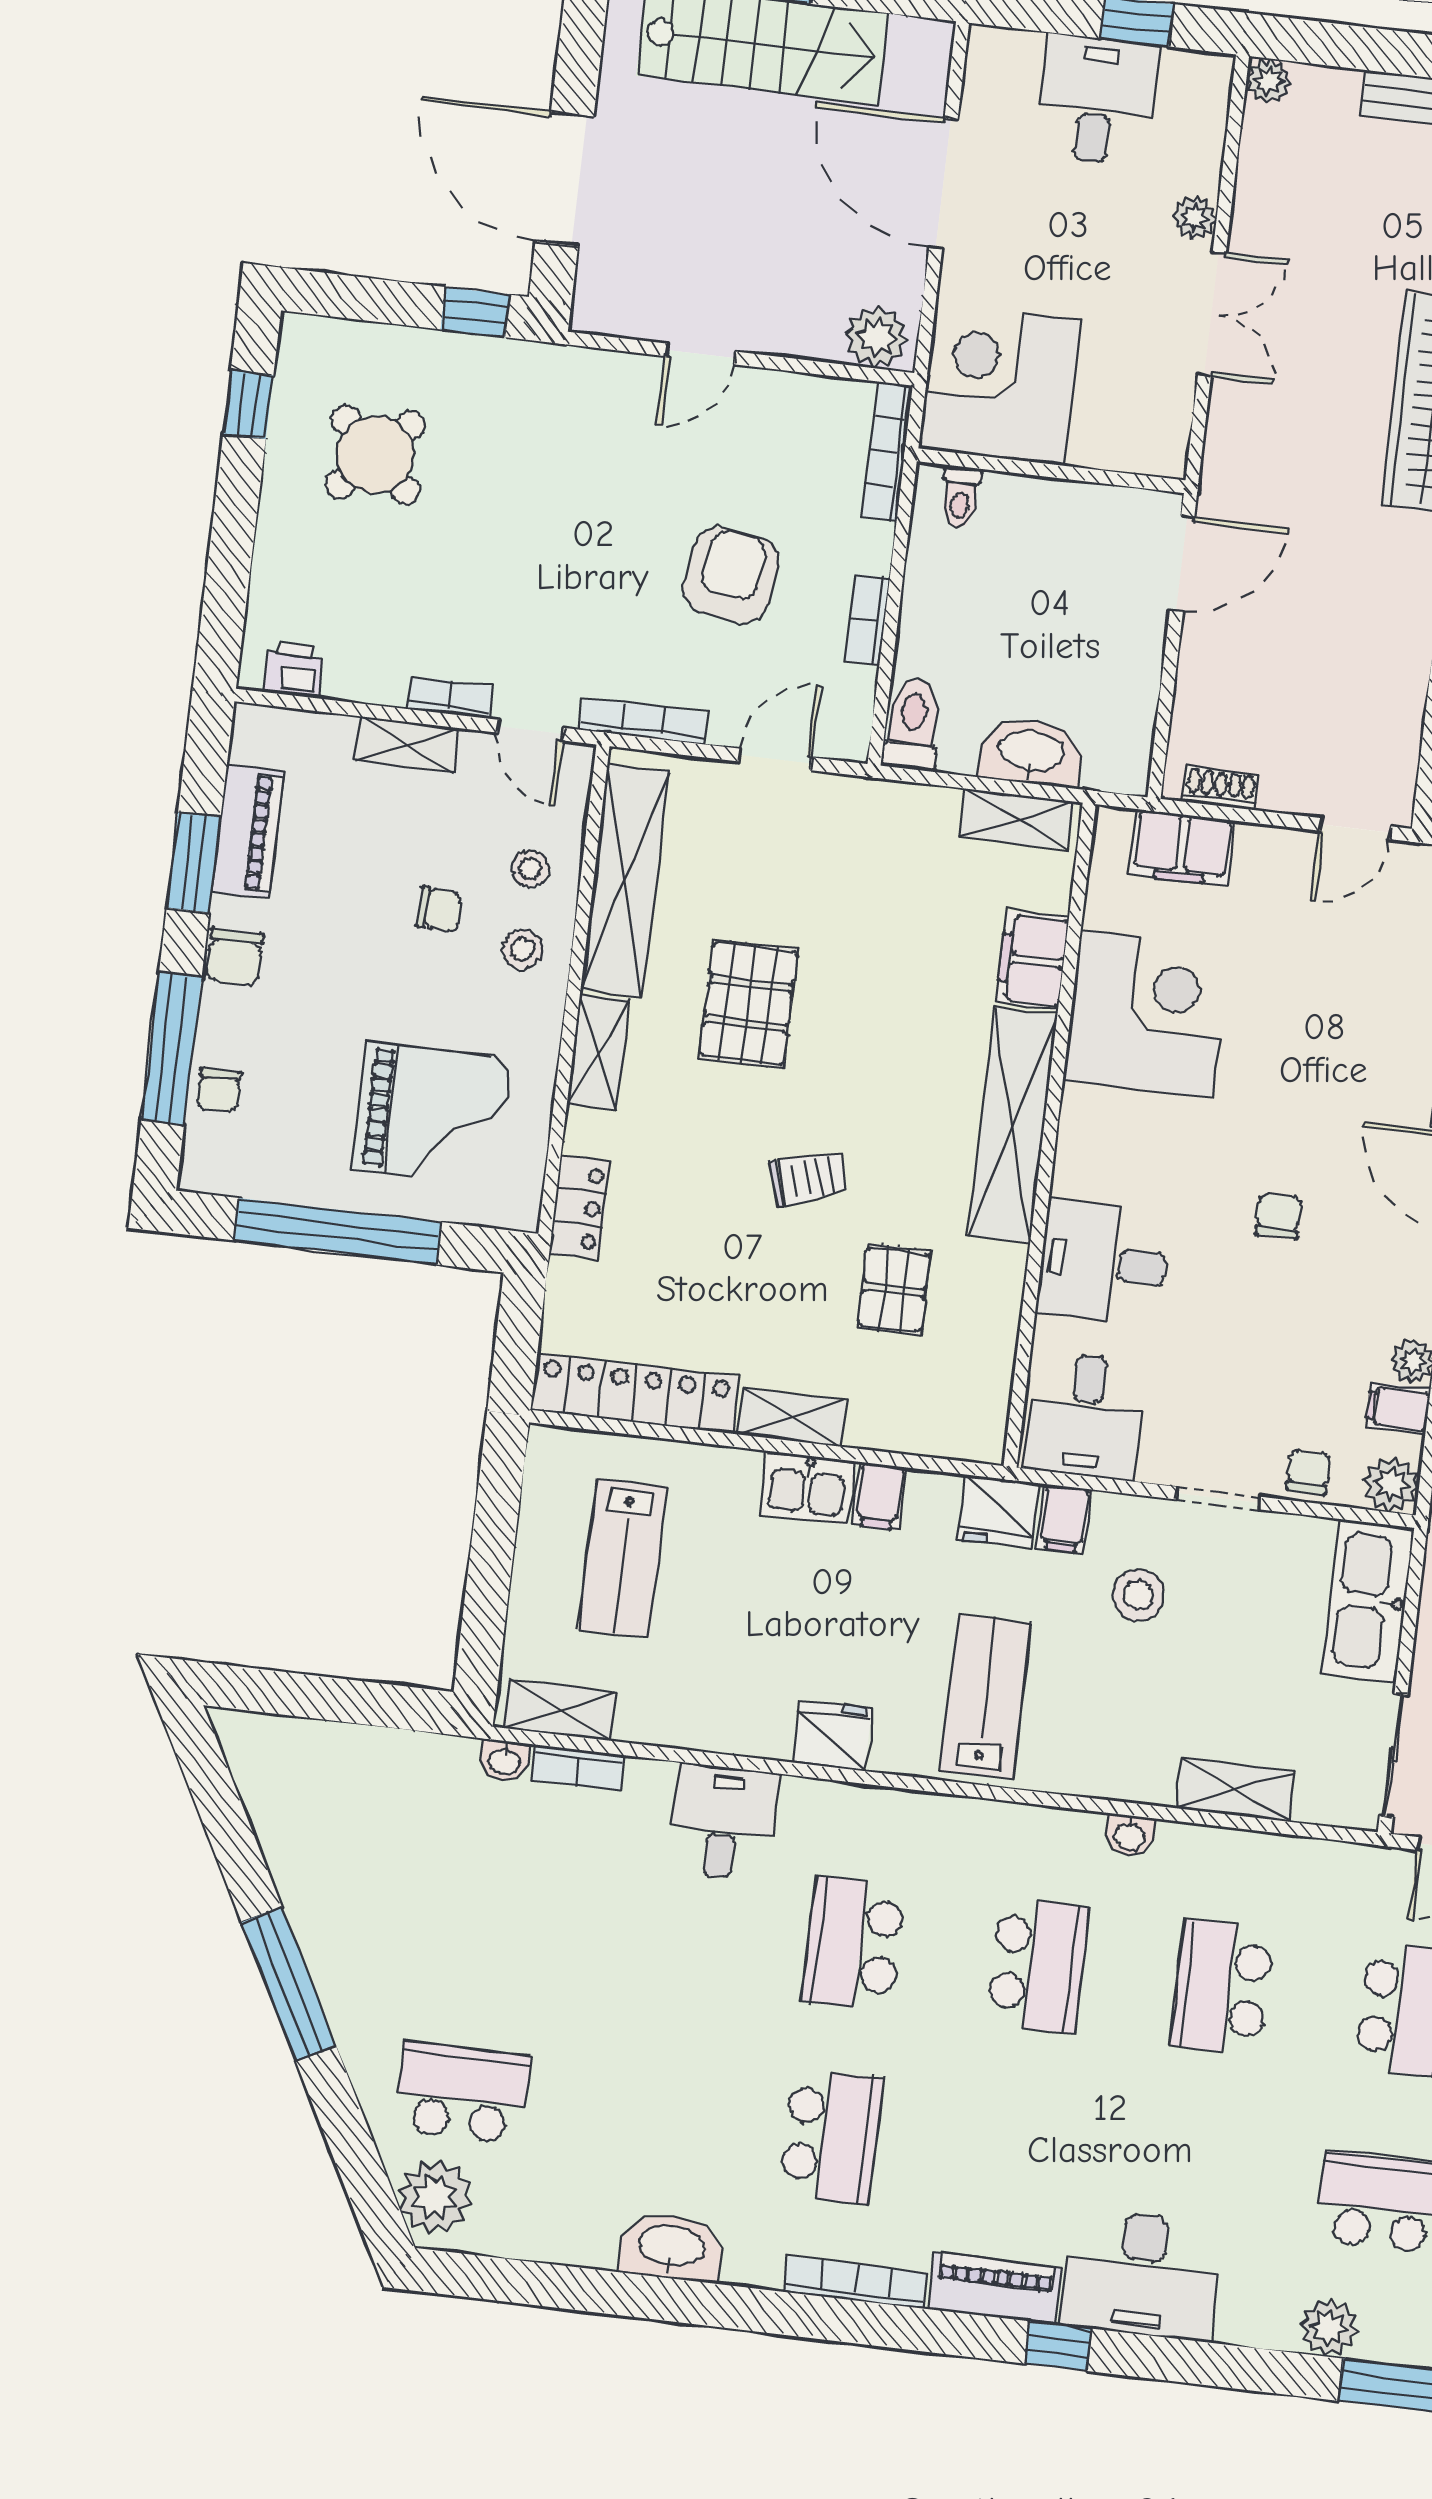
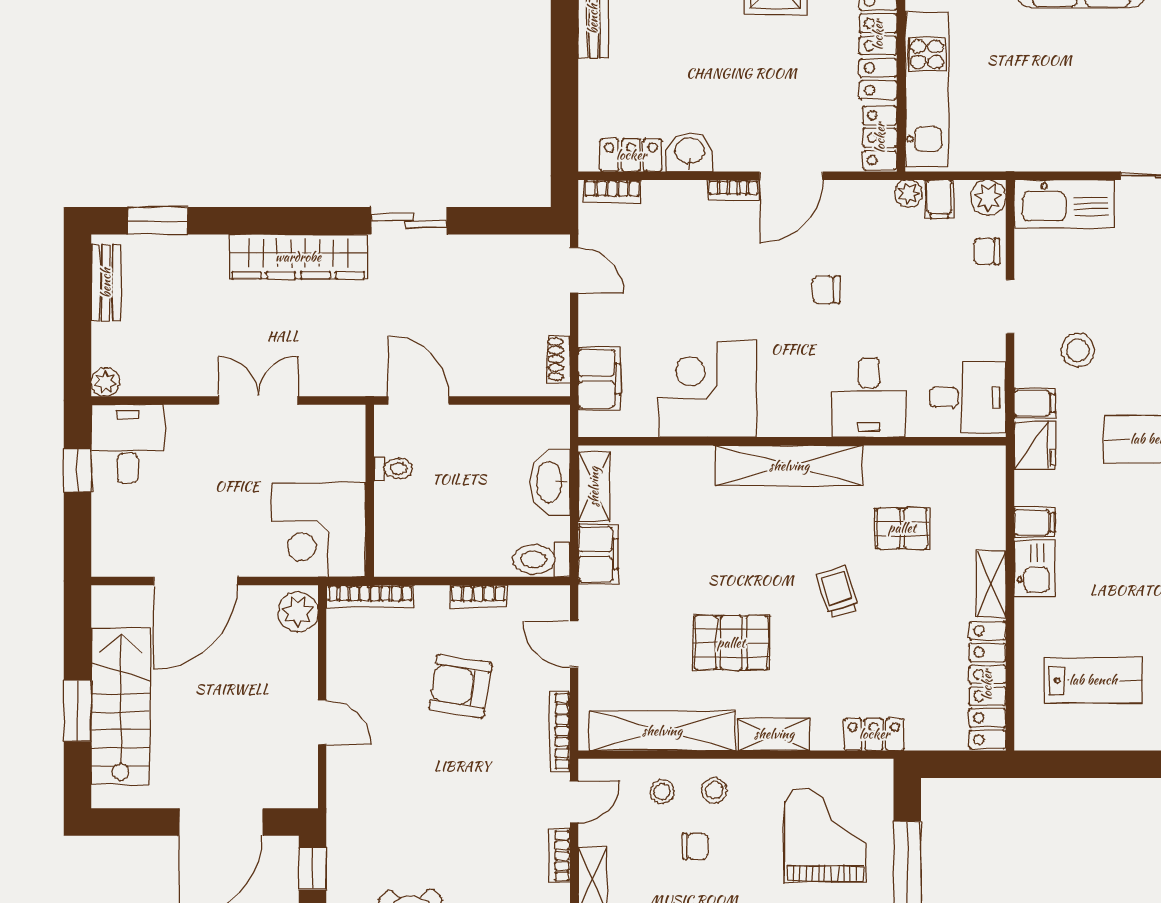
desk: (1097, 100) -> (128, 444), moved, turned 90
plant: (1195, 218) -> (198, 418), removed
toilet: (960, 497) -> (393, 469), moved
chair: (439, 910) -> (695, 846), turned 87
filing cabinet: (1033, 960) -> (598, 554), moved, turned -90

